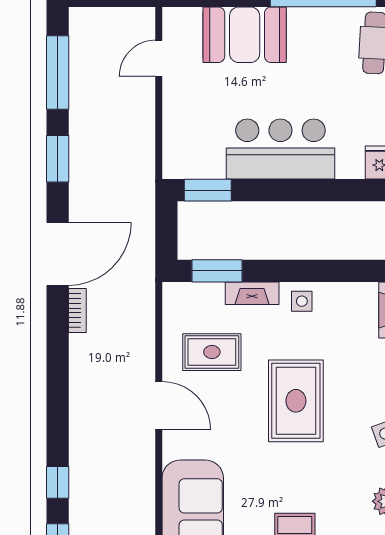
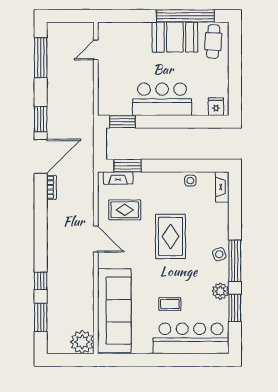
booth: (245, 35) -> (175, 37), moved
window: (58, 159) -> (41, 119), moved
fireplace: (252, 293) -> (118, 178), moved
side table: (302, 301) -> (190, 181), moved

